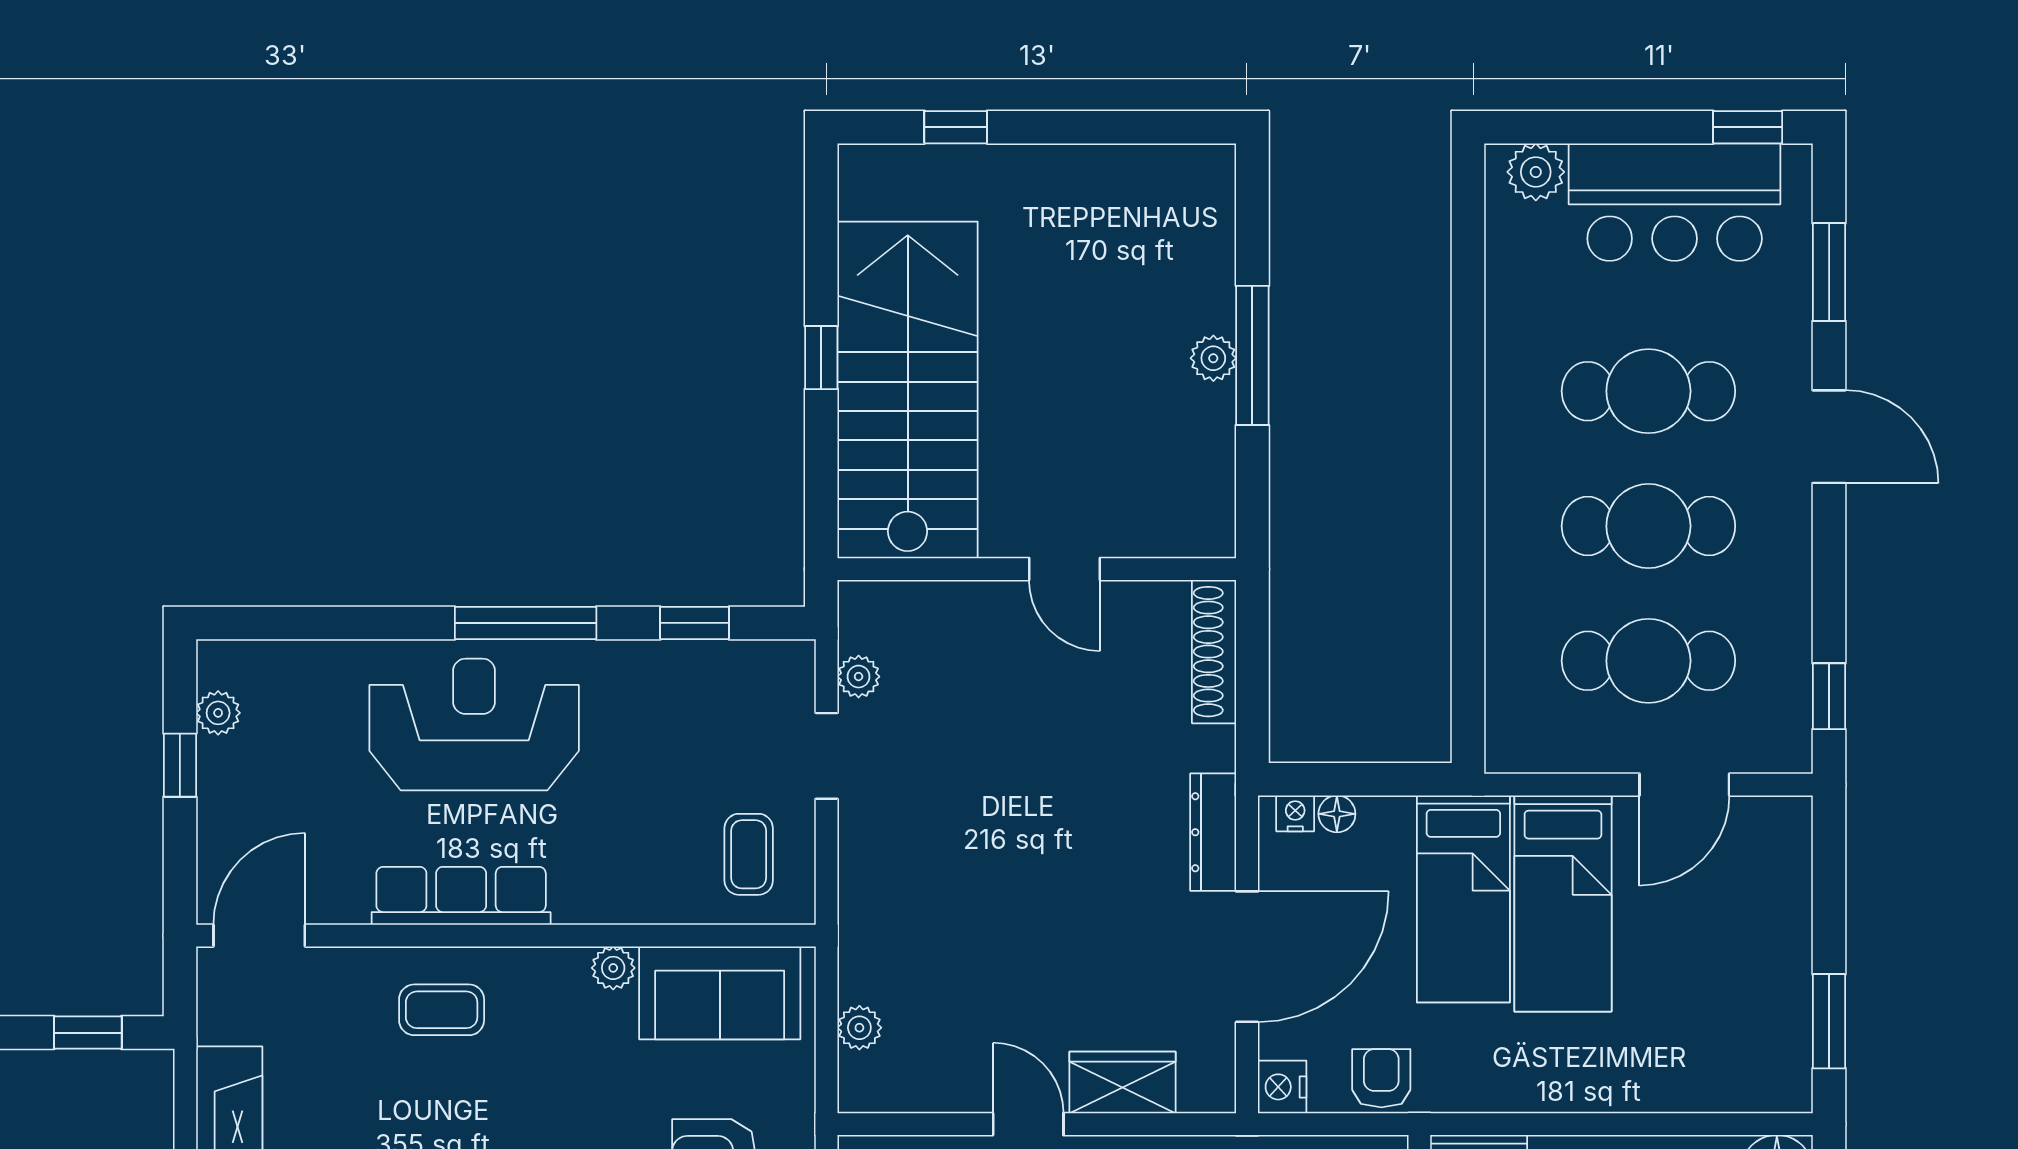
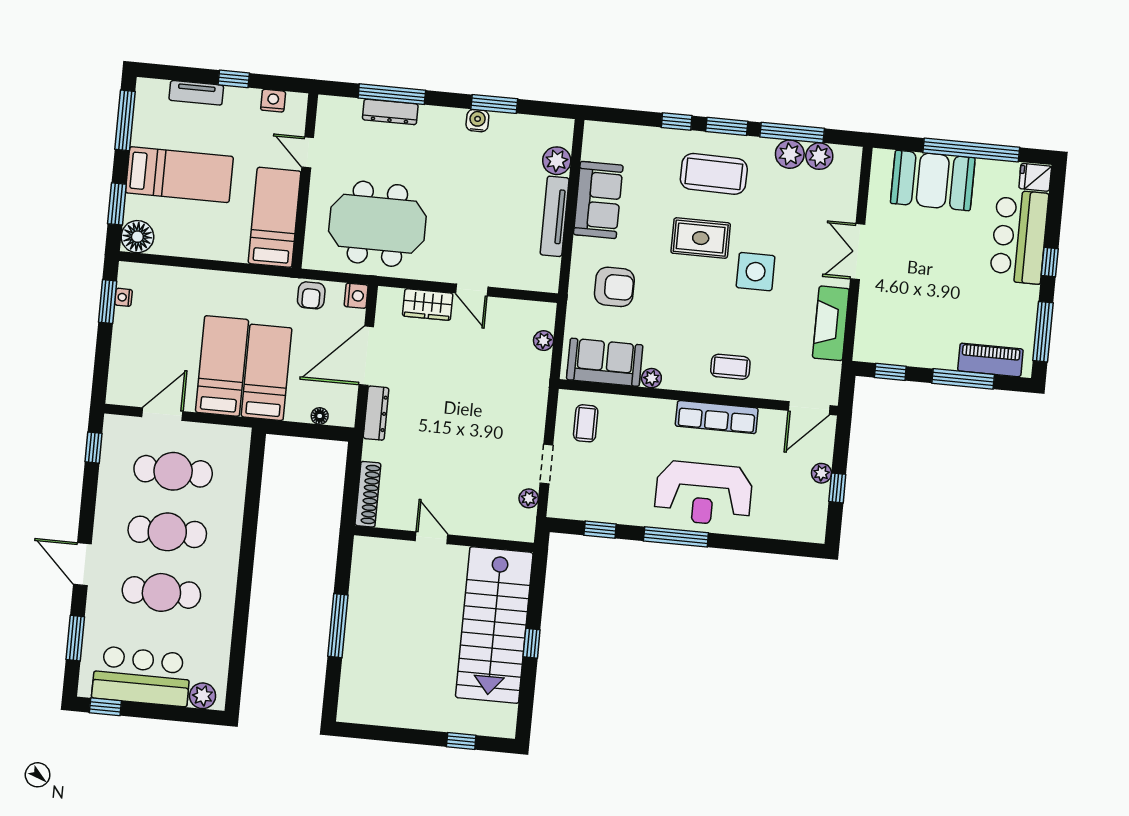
plant: (1213, 358) -> (356, 626), removed
plant: (218, 713) -> (821, 473), moved
nightstand: (1295, 813) -> (123, 297), moved, turned 90

